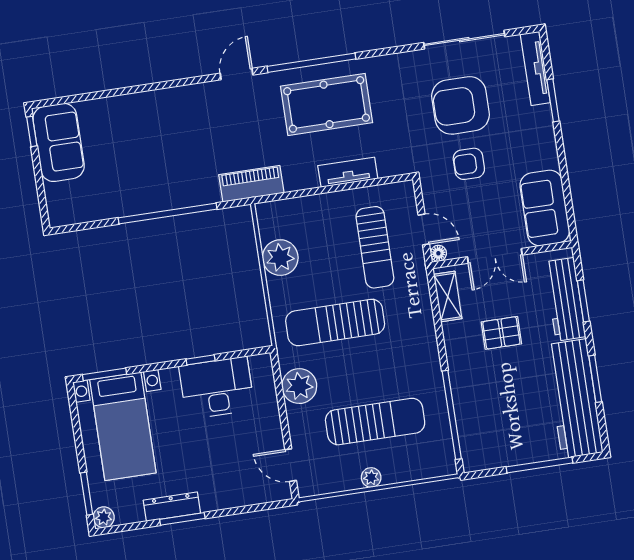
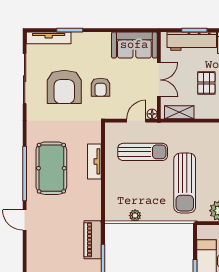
piano: (251, 184) -> (93, 240), moved
plant: (280, 258) -> (135, 216), width x0.53, depth x0.53

